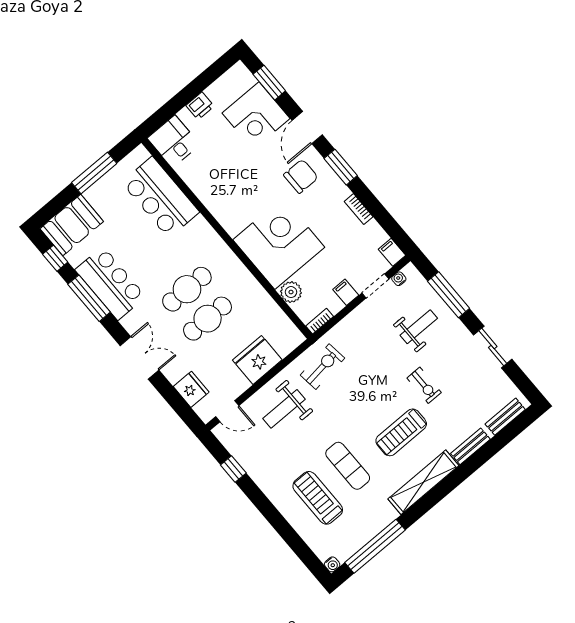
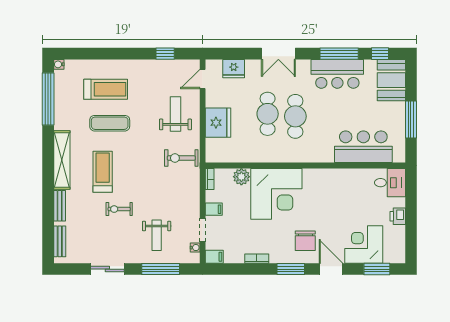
exercise bike: (322, 367) -> (181, 158), turned 97

